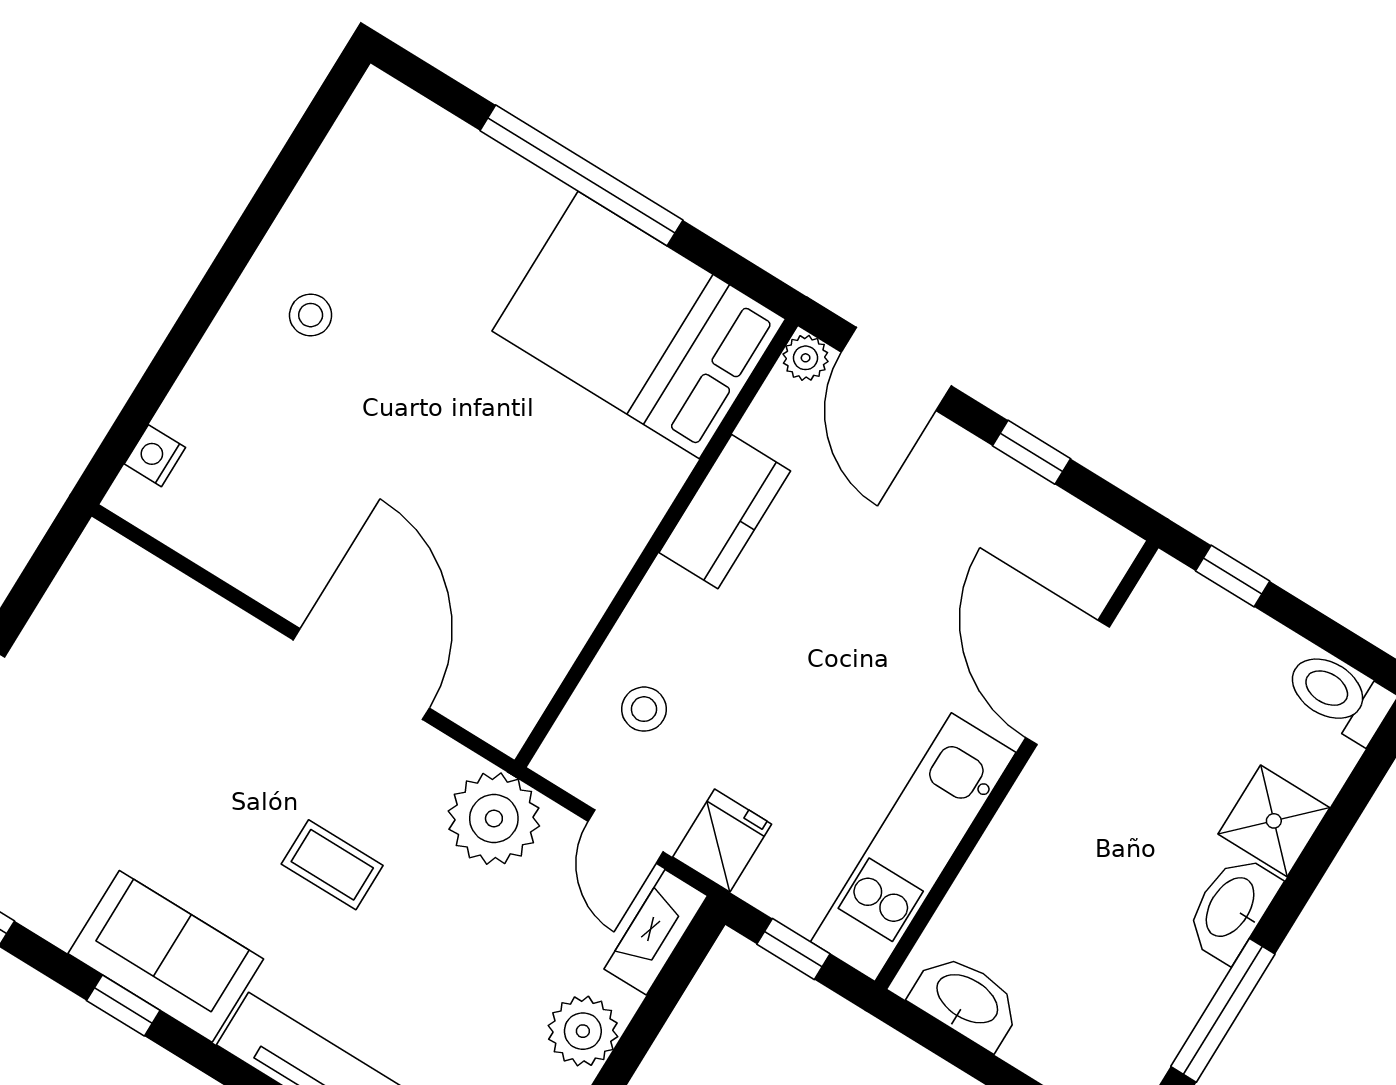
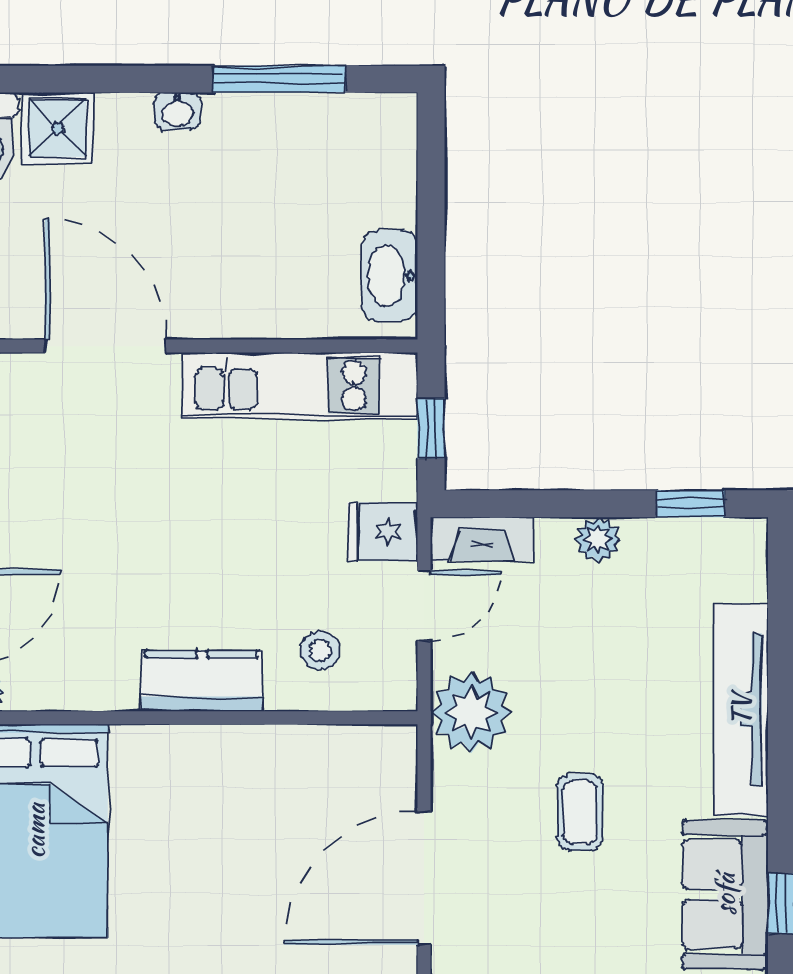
kitchen counter: (725, 512) -> (202, 681), moved
door: (1067, 682) -> (106, 346), swing flipped
shower: (1274, 821) -> (58, 128), moved
washbasin: (1232, 908) -> (177, 111), width x0.52, depth x0.69
plant: (583, 1031) -> (598, 540), width x0.73, depth x0.73

